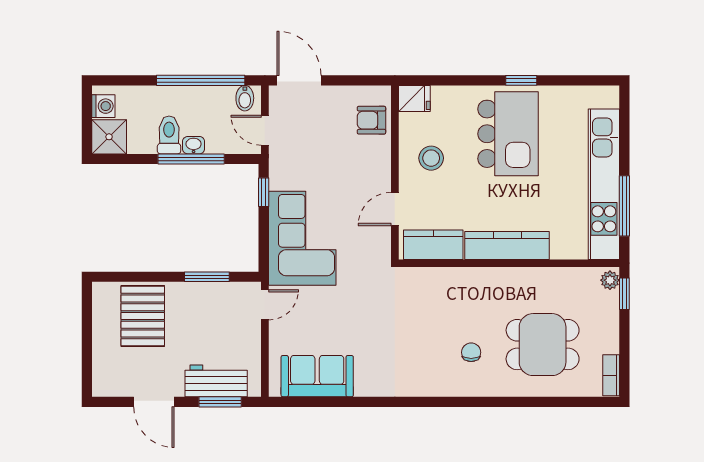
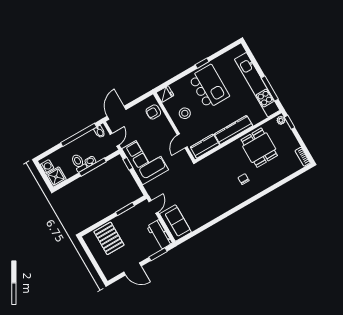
door: (299, 80) -> (117, 113), hinge flipped
door: (265, 130) -> (115, 140), swing flipped
corner sofa: (302, 238) -> (145, 159), moved
dining table: (543, 345) -> (259, 148), moved, turned 90
sofa: (317, 376) -> (175, 223), moved, turned 90
workbench: (216, 381) -> (160, 235), moved, turned -90

